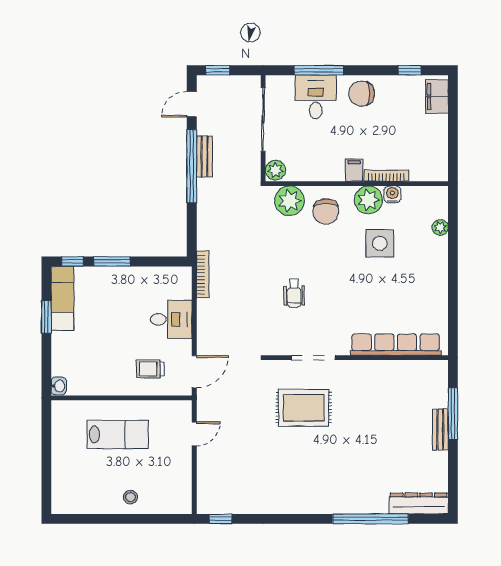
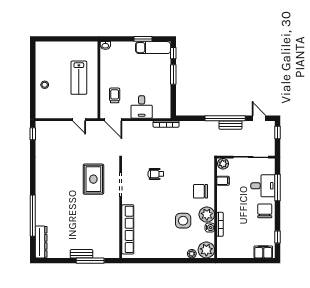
filing cabinet: (354, 170) -> (223, 181), moved
plant: (289, 201) -> (206, 250), moved

